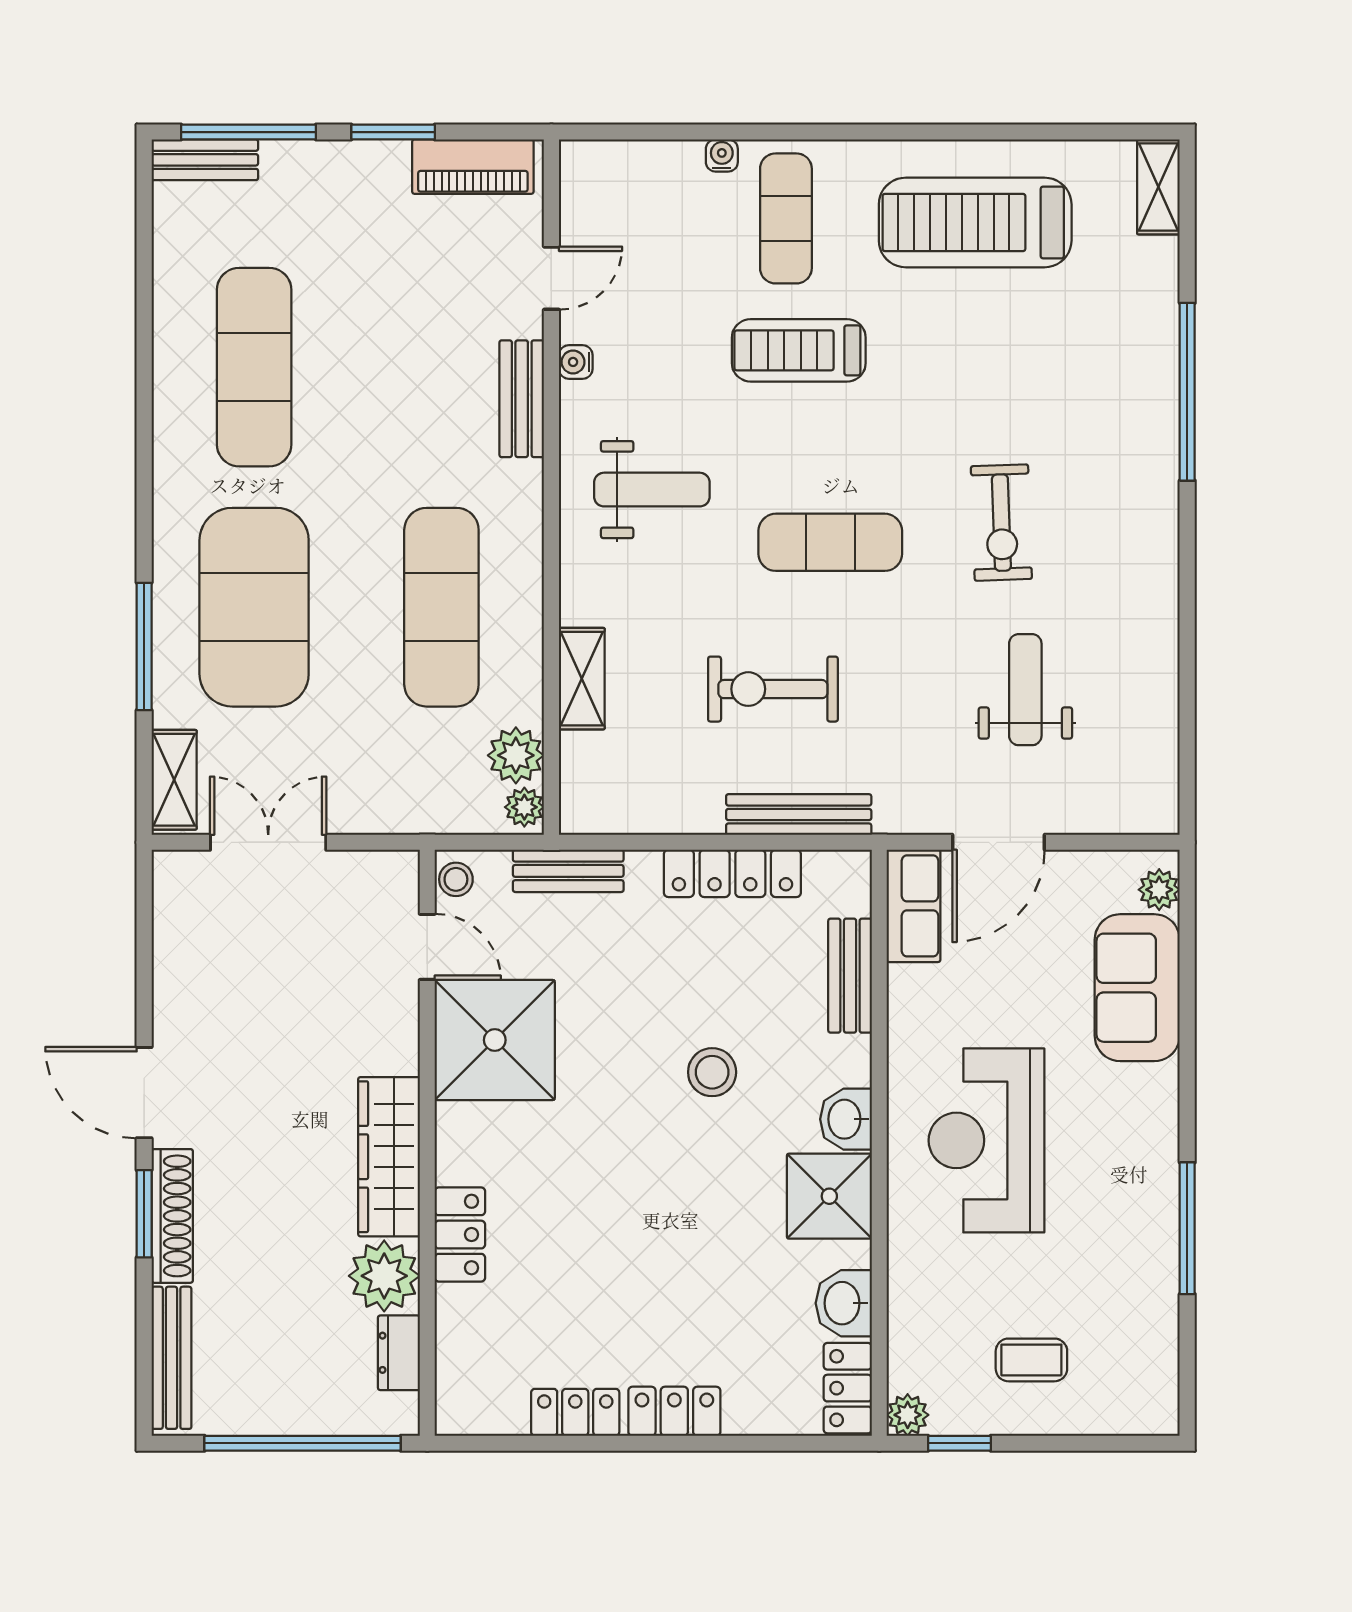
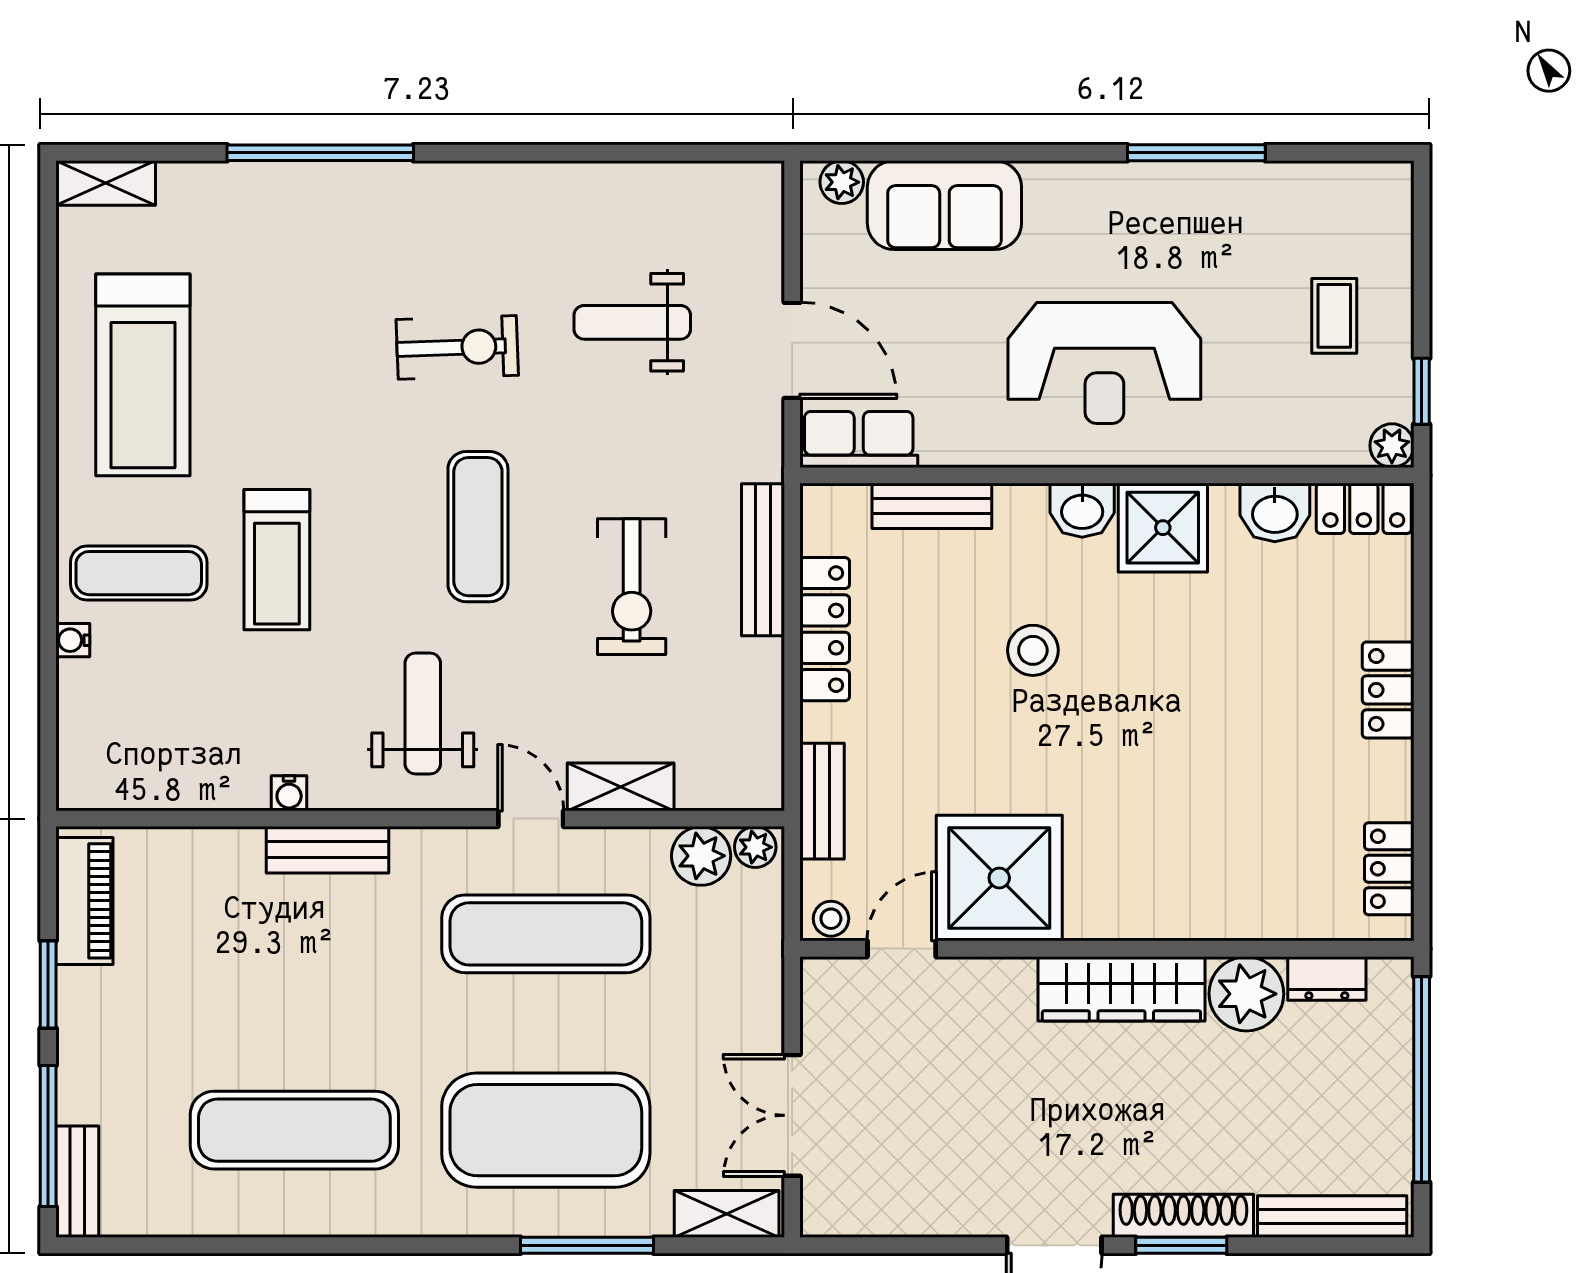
door: (551, 278) -> (531, 819), moved
locker: (460, 1235) -> (1203, 915), removed
locker: (575, 1412) -> (1389, 869), moved

